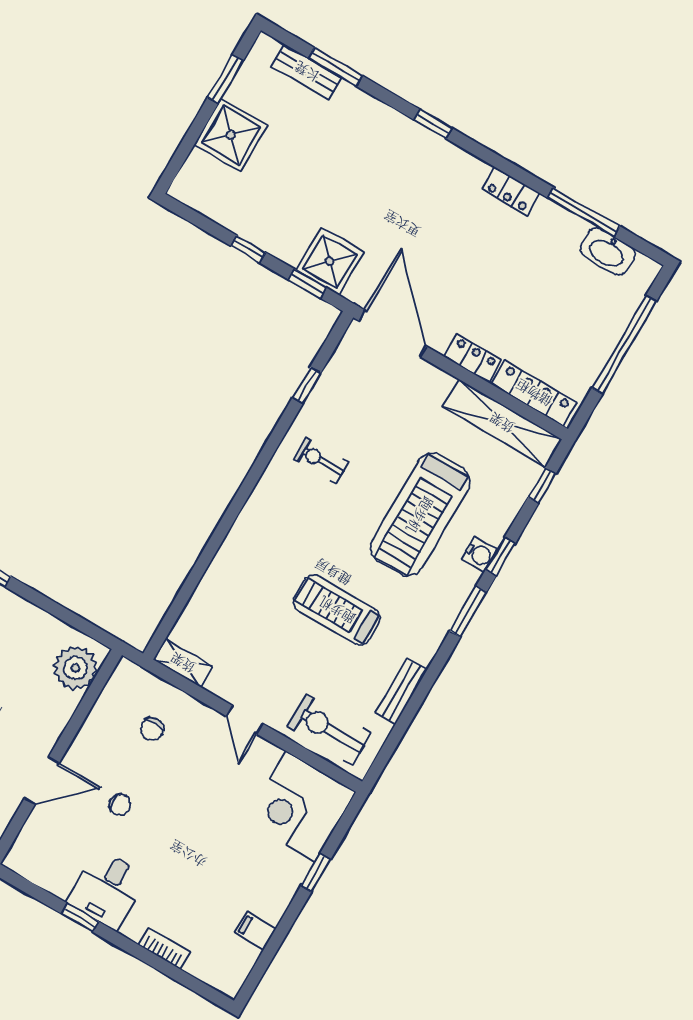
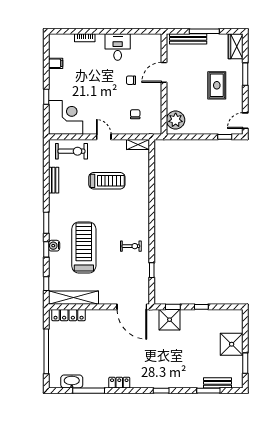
locker: (473, 358) -> (98, 315), removed
treadmill: (337, 610) -> (107, 181), moved
window: (80, 918) -> (121, 31), removed

